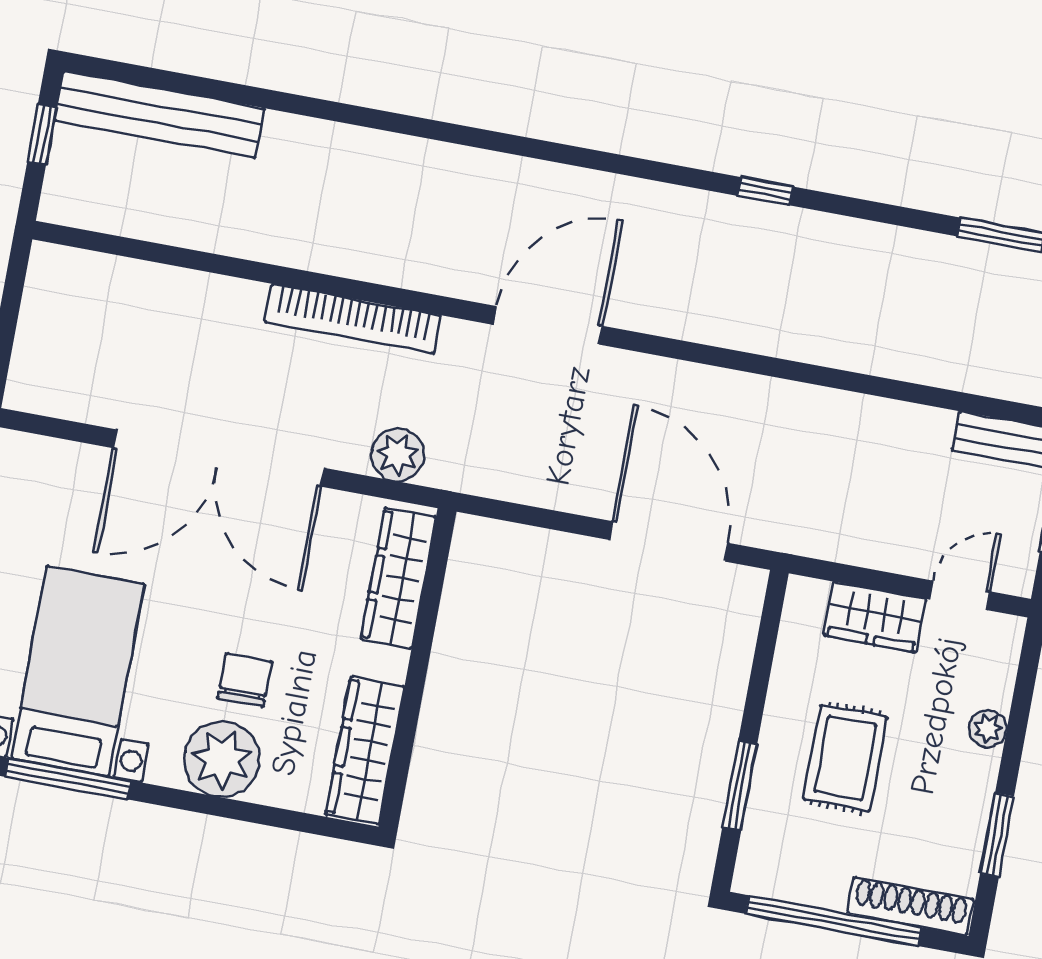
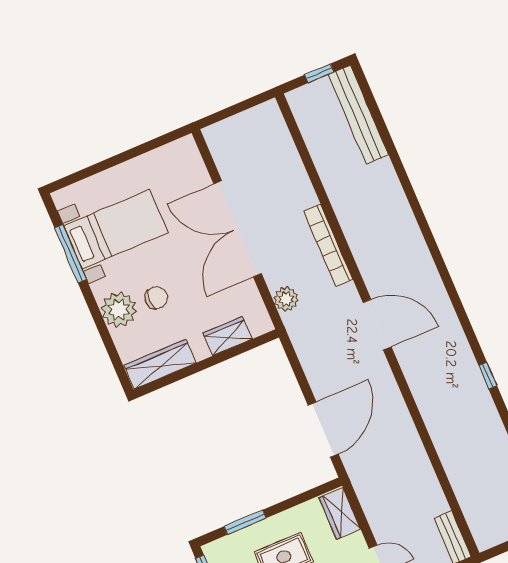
wardrobe: (398, 578) -> (228, 336), width x0.67
wardrobe: (875, 617) -> (340, 513), moved

